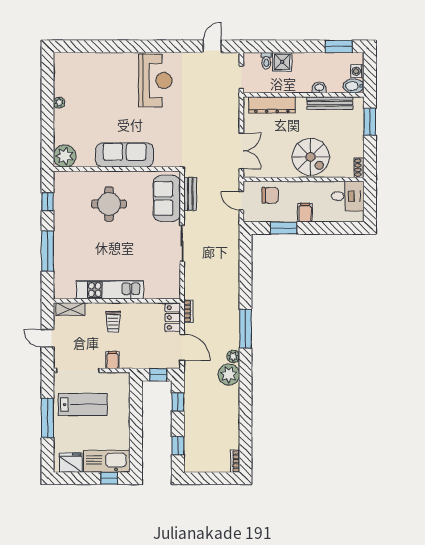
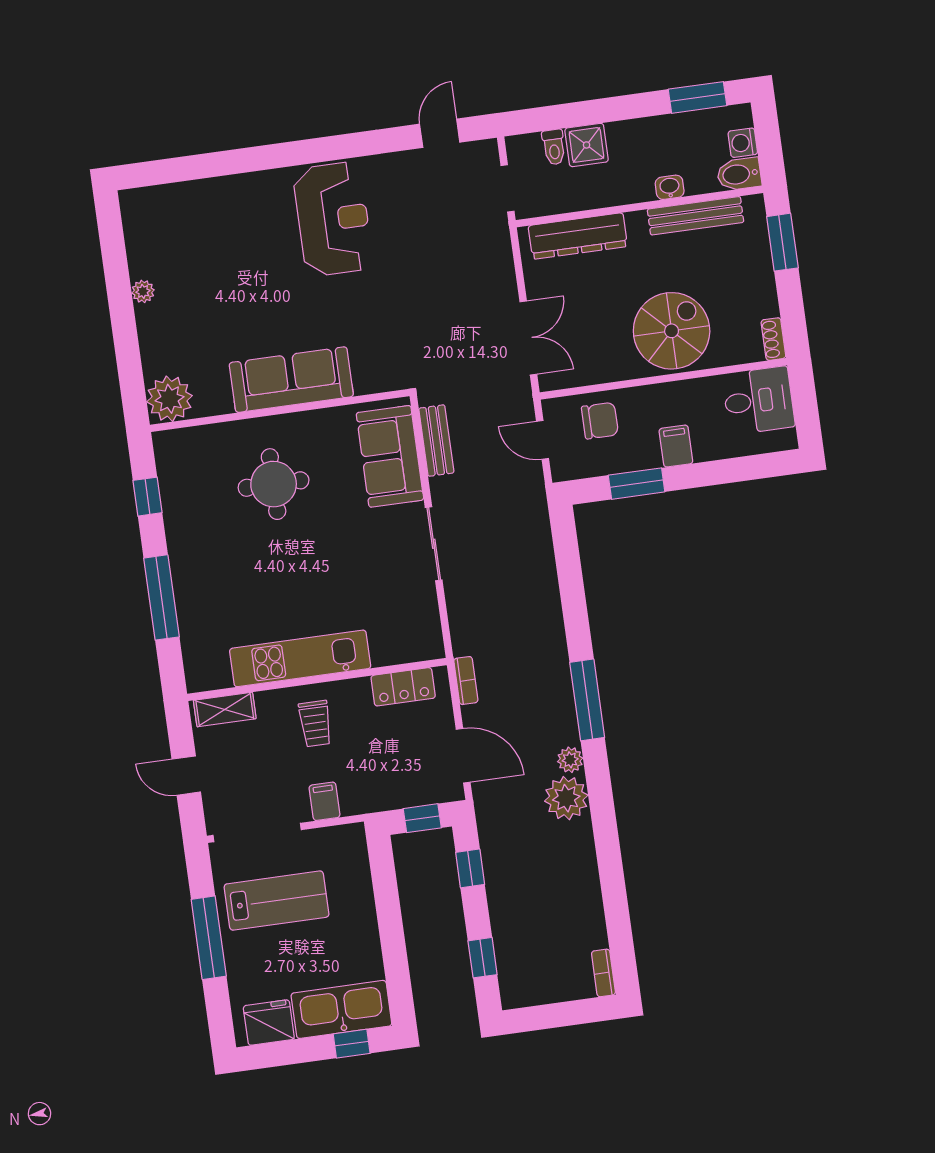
spiral stairs: (311, 157) -> (672, 331), turned -90
locker: (173, 318) -> (403, 687), moved, turned -90

